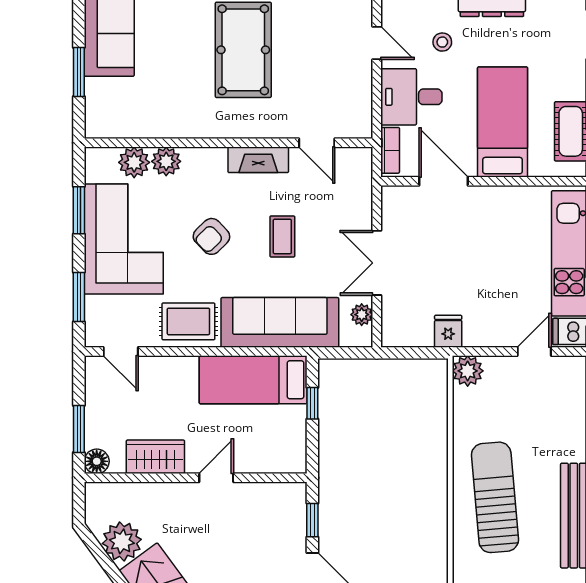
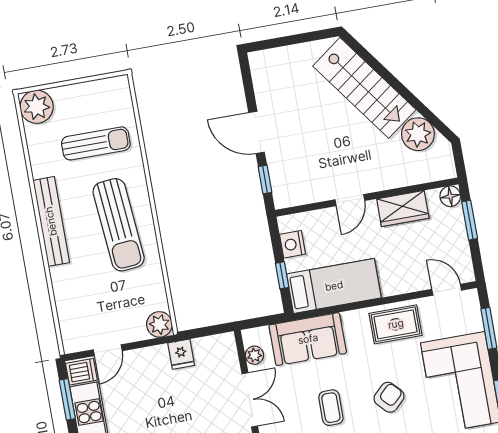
sofa: (280, 322) -> (308, 339), width x0.73
nightstand: (293, 438) -> (292, 244), added

